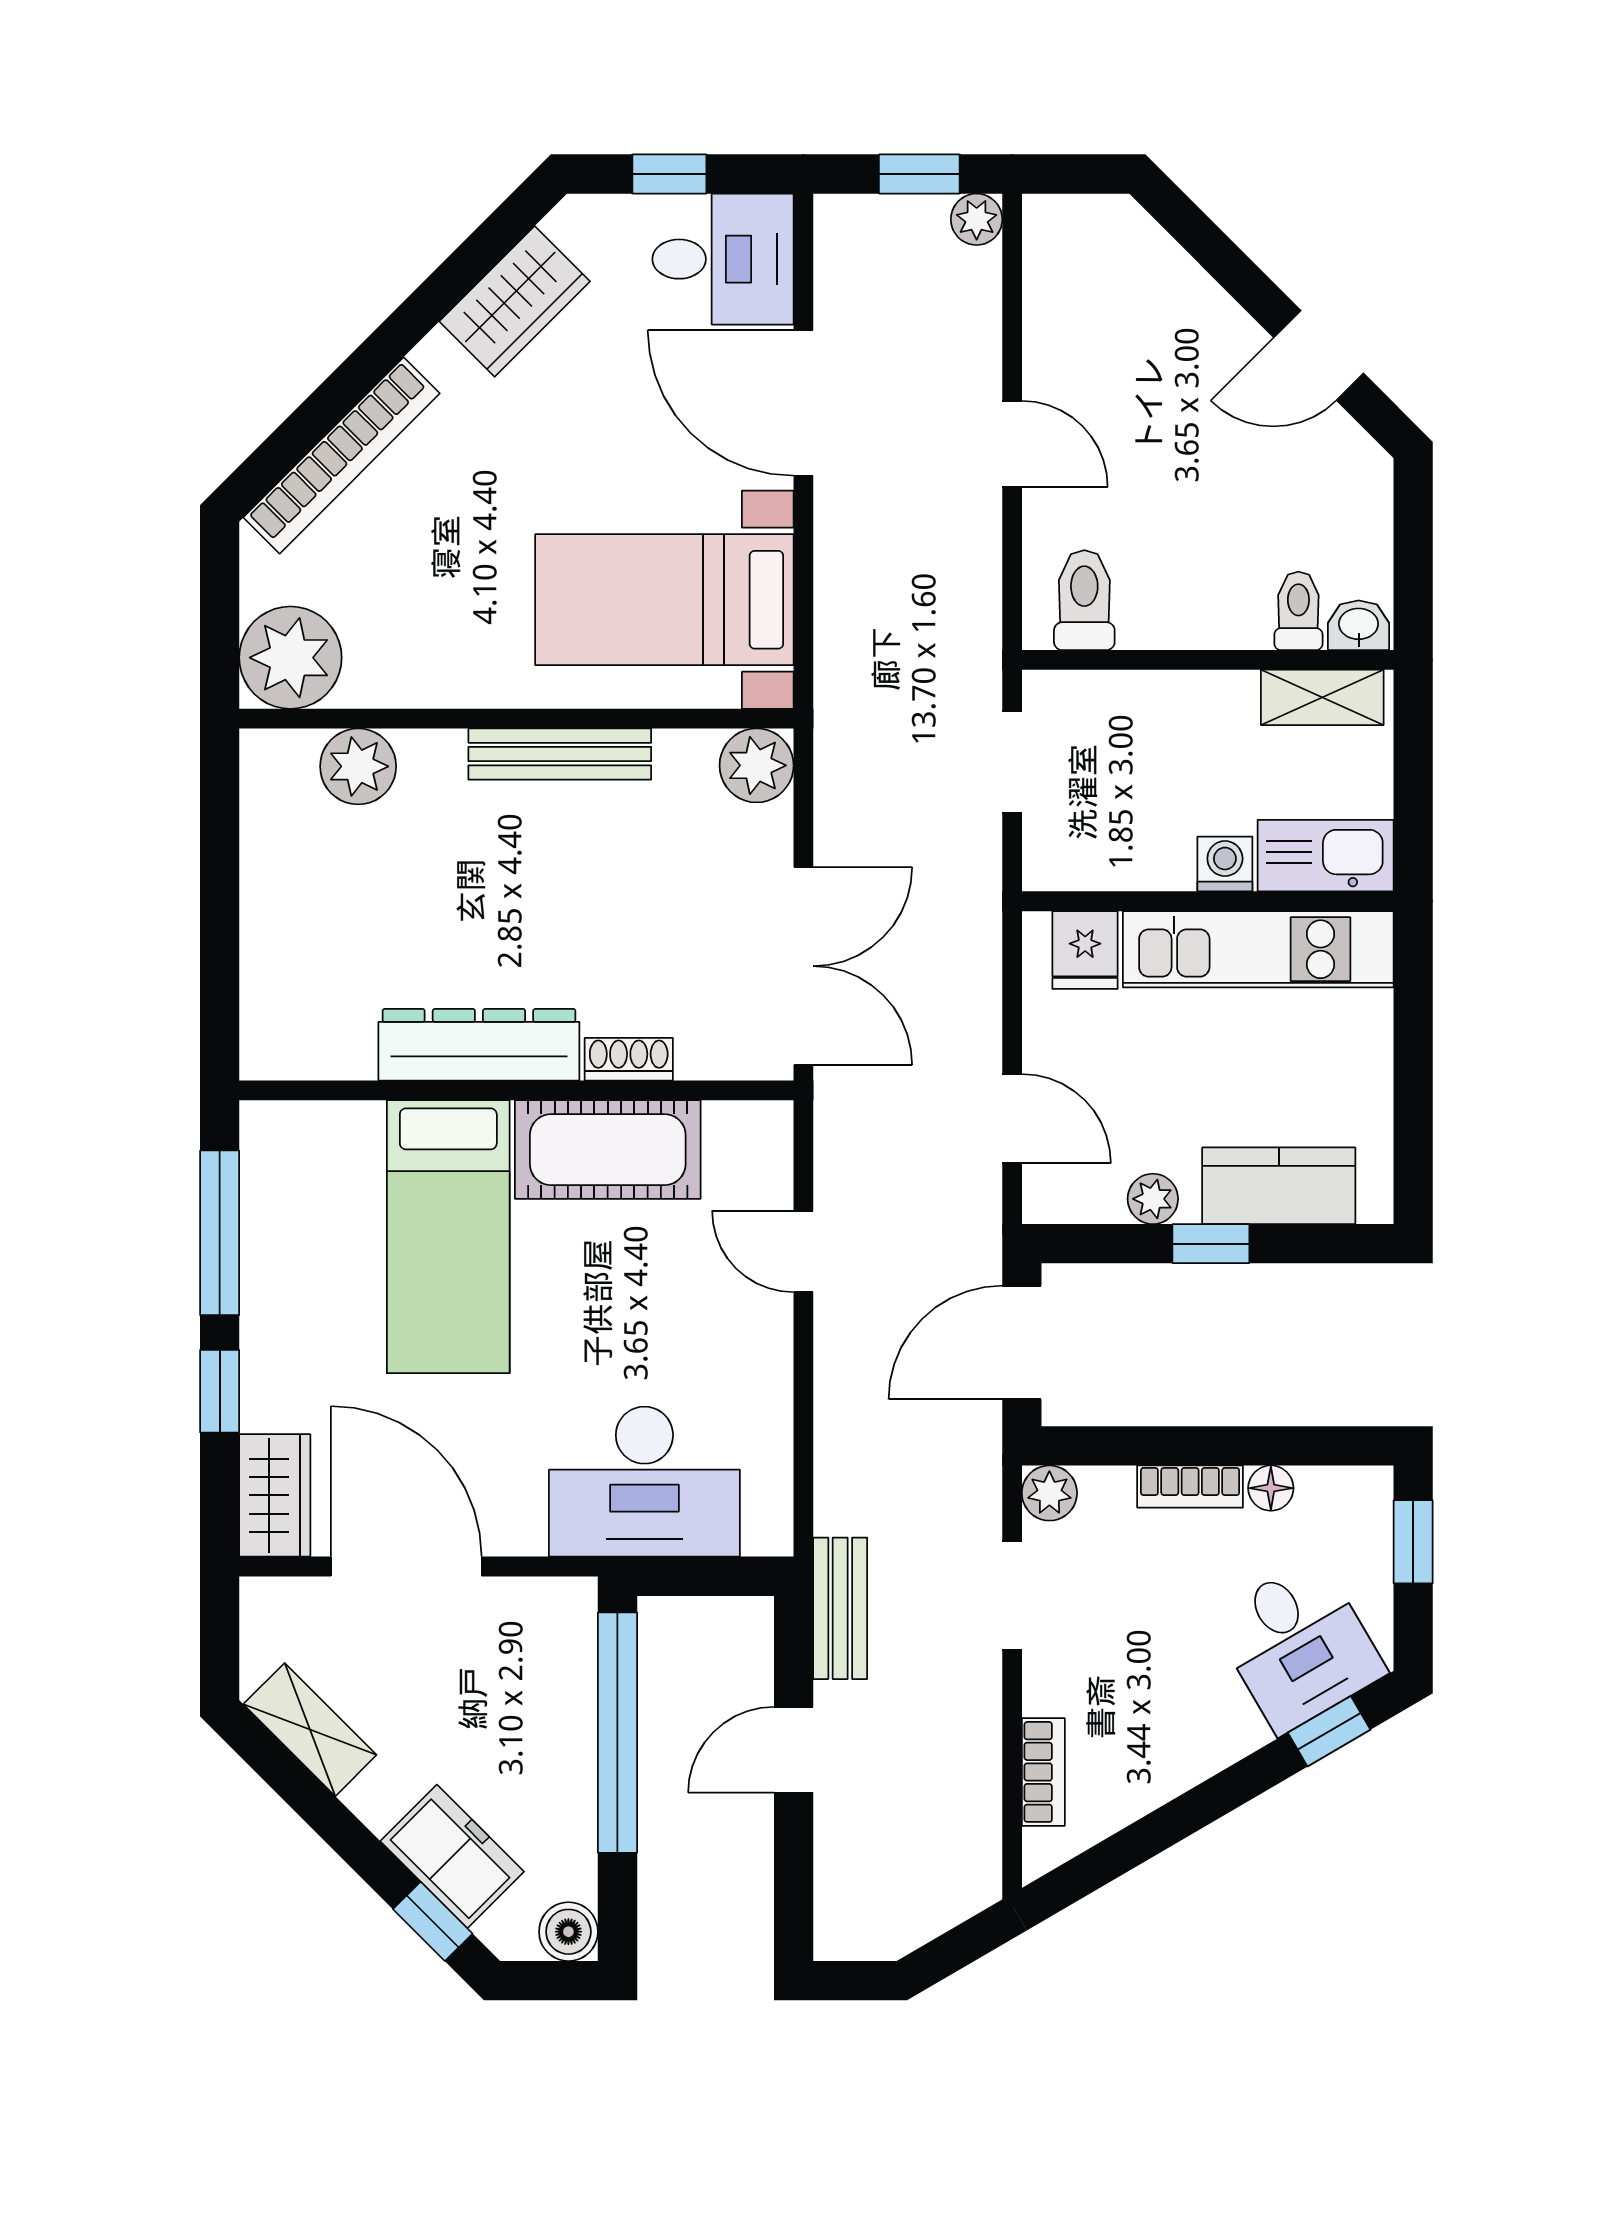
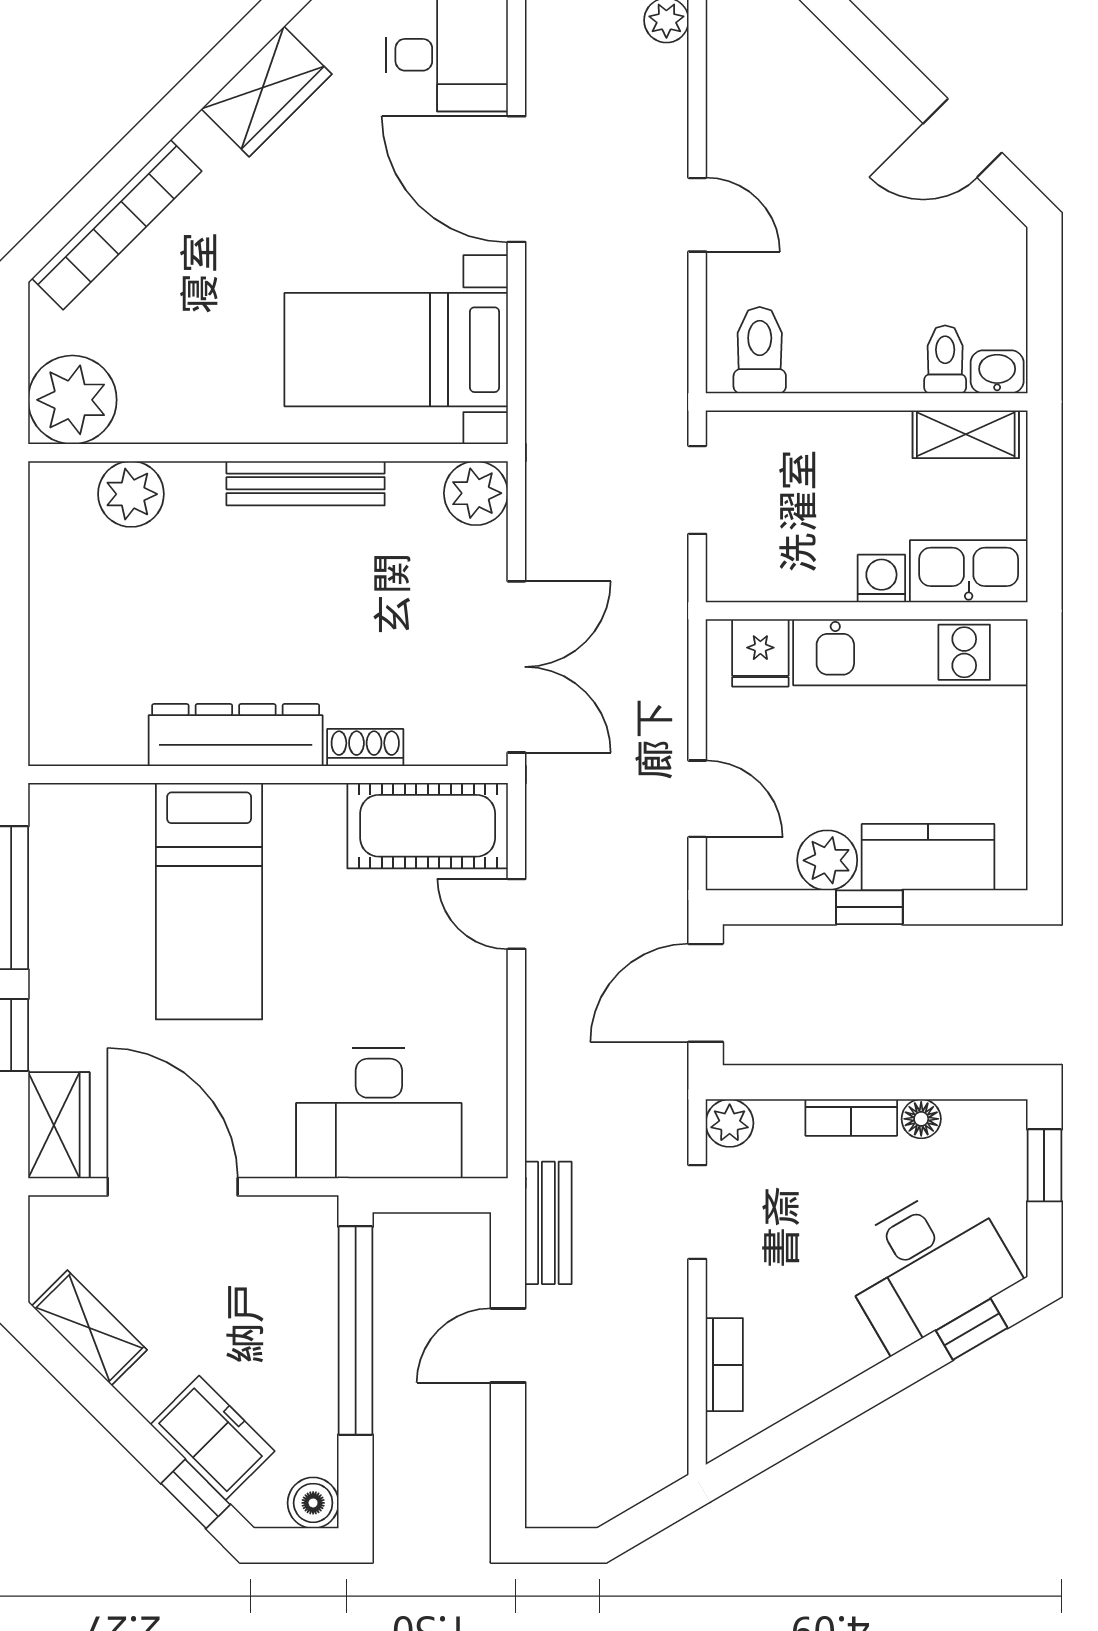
cot: (608, 1150) -> (428, 826), moved
plant: (1153, 1199) -> (827, 860), width x1.38, depth x1.38
desk: (1298, 1645) -> (927, 1265), width x1.37

